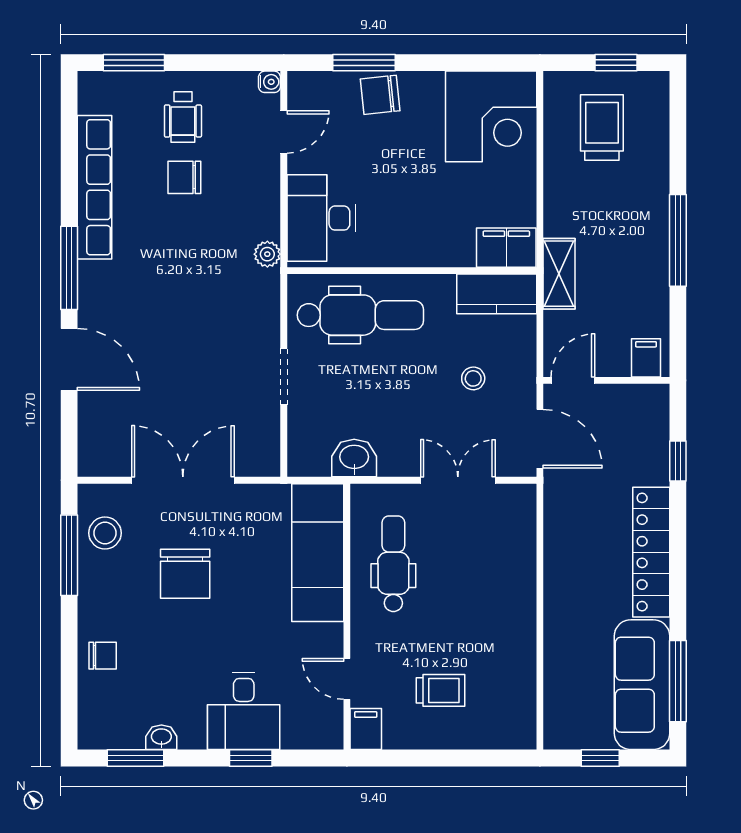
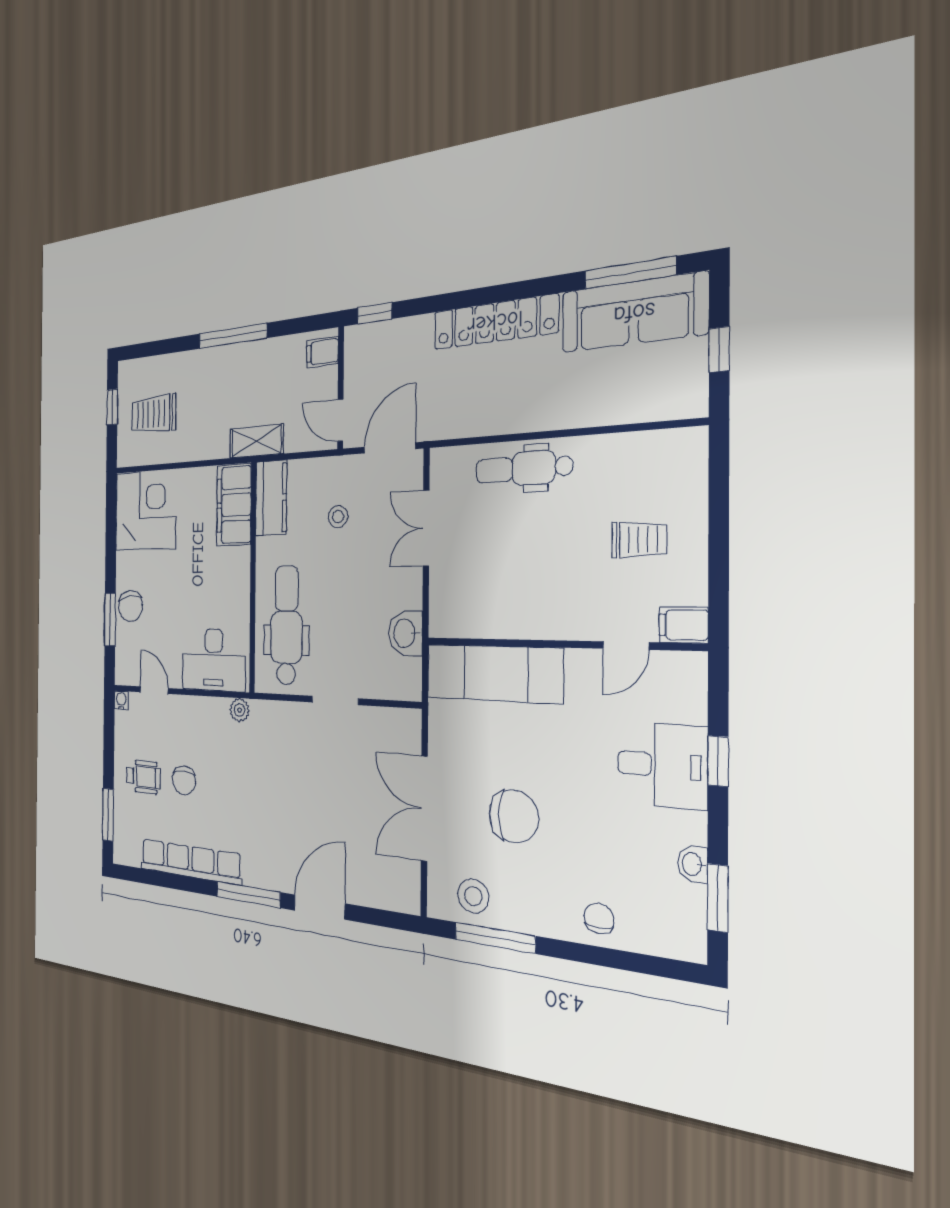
filing cabinet: (506, 248) -> (234, 505), width x1.50, depth x1.17
window: (678, 461) -> (375, 313), moved
dental chair: (393, 564) -> (524, 469), moved
trolley: (440, 690) -> (639, 540), turned 90

